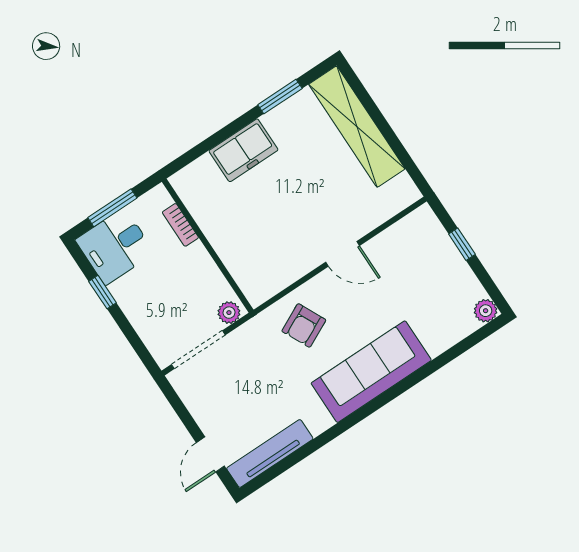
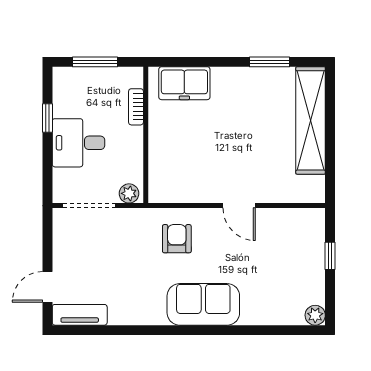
freezer: (243, 150) -> (184, 83), moved
desk: (115, 246) -> (78, 143), moved
armchair: (304, 325) -> (177, 239), turned 116
sofa: (371, 372) -> (203, 304), width x0.73
tv unit: (270, 454) -> (80, 315), width x0.71

